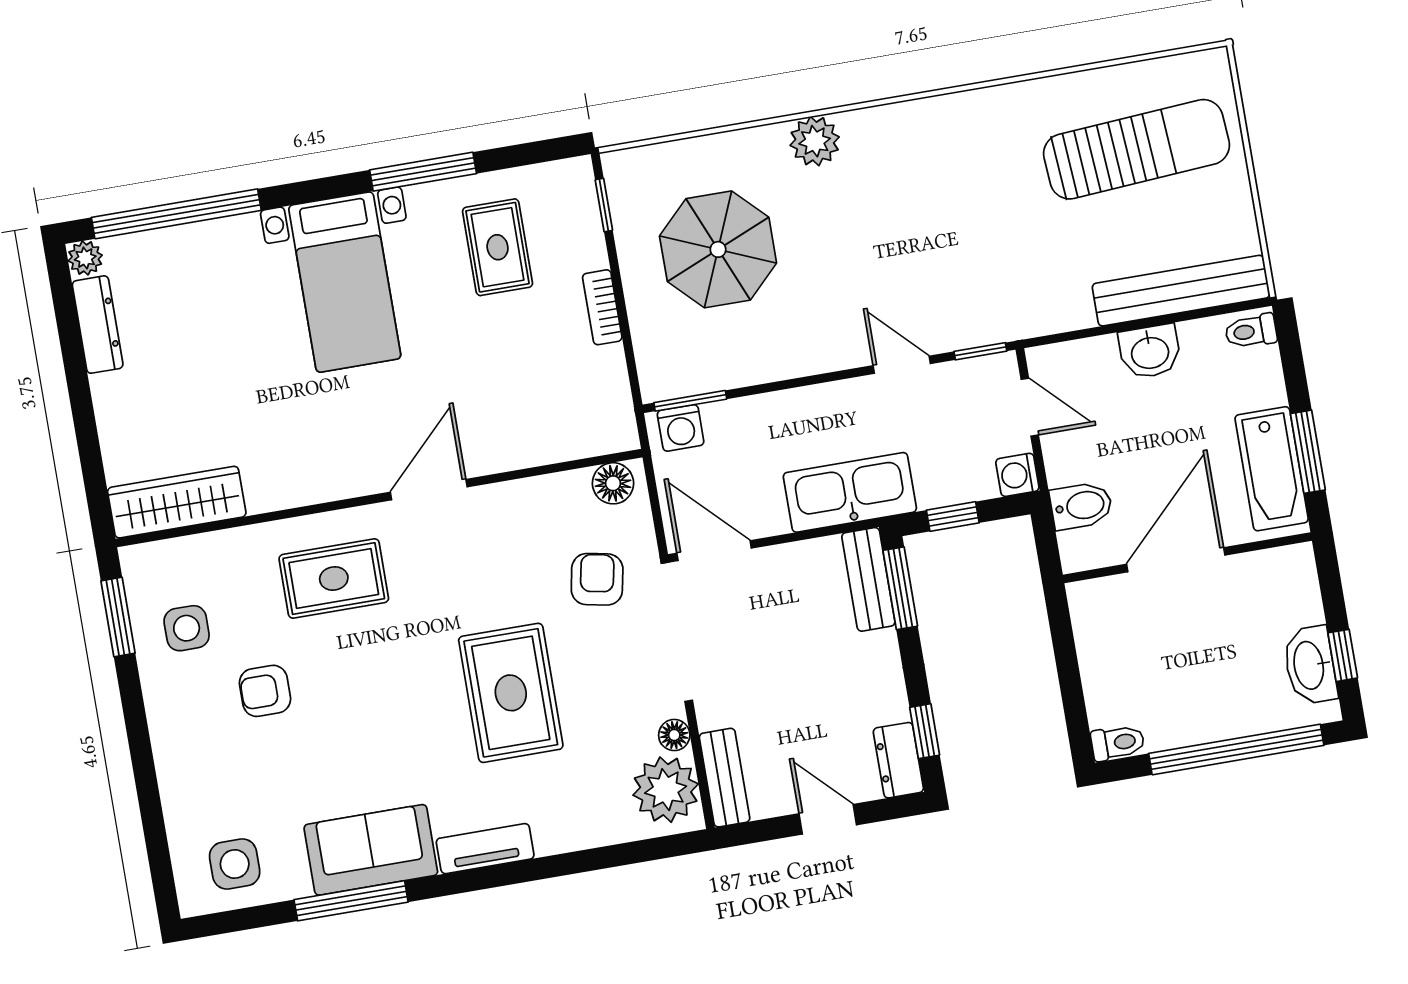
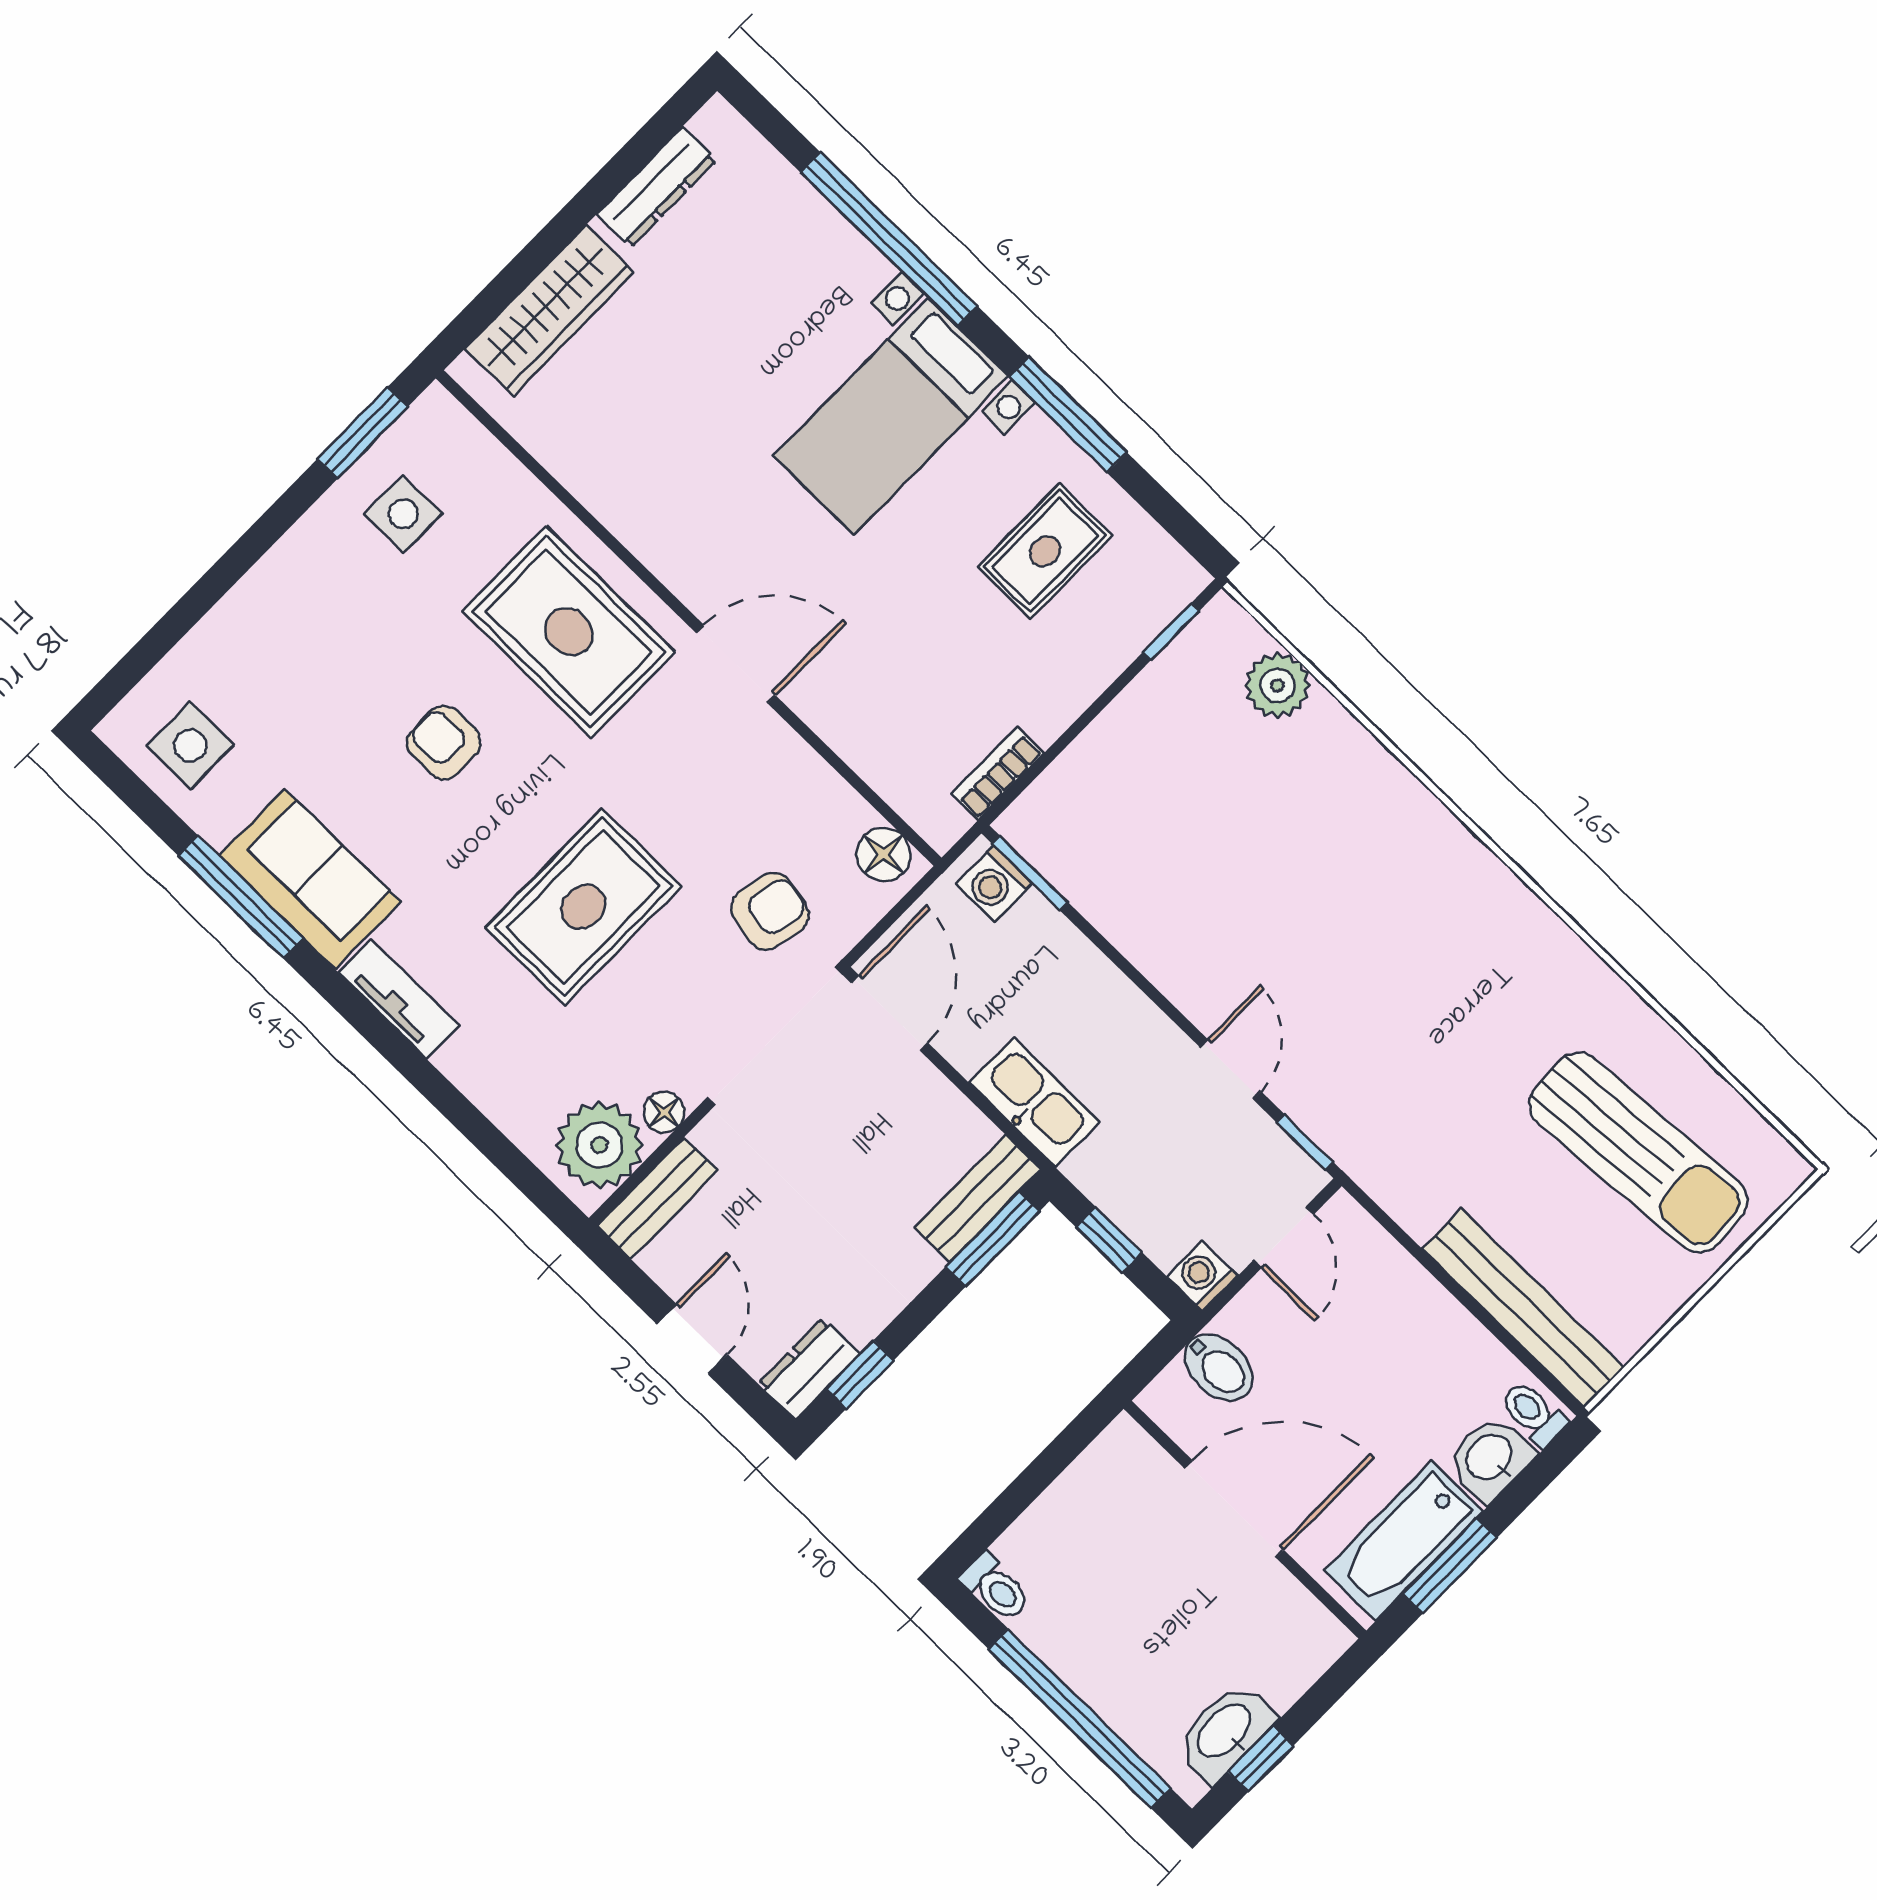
plant: (815, 141) -> (1277, 685), moved
window: (176, 214) -> (889, 239), moved
parasol: (718, 249) -> (1212, 786), removed
plant: (85, 258) -> (718, 123), removed
bookcase: (602, 307) -> (998, 774), moved
washbasin: (1150, 352) -> (1490, 1458), moved, turned 90
kitchen sink: (850, 492) -> (1034, 1102), width x0.73, depth x0.81
wardrobe: (177, 502) -> (549, 310), moved, turned 90
rug: (334, 579) -> (569, 632), width x1.36, depth x1.43
armchair: (265, 691) -> (444, 743), moved

